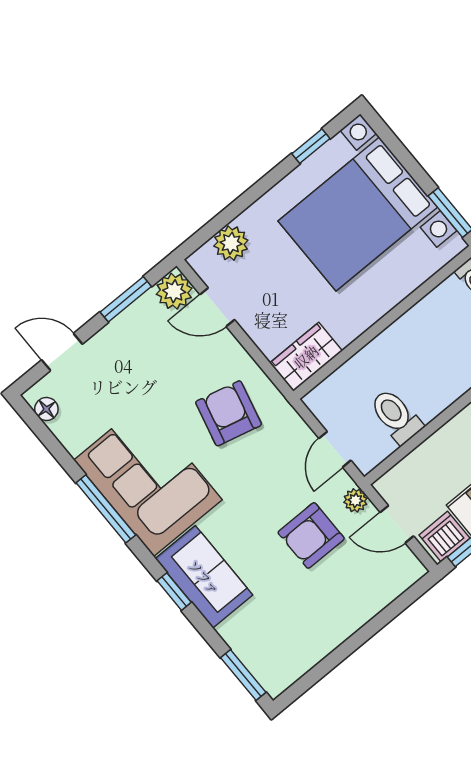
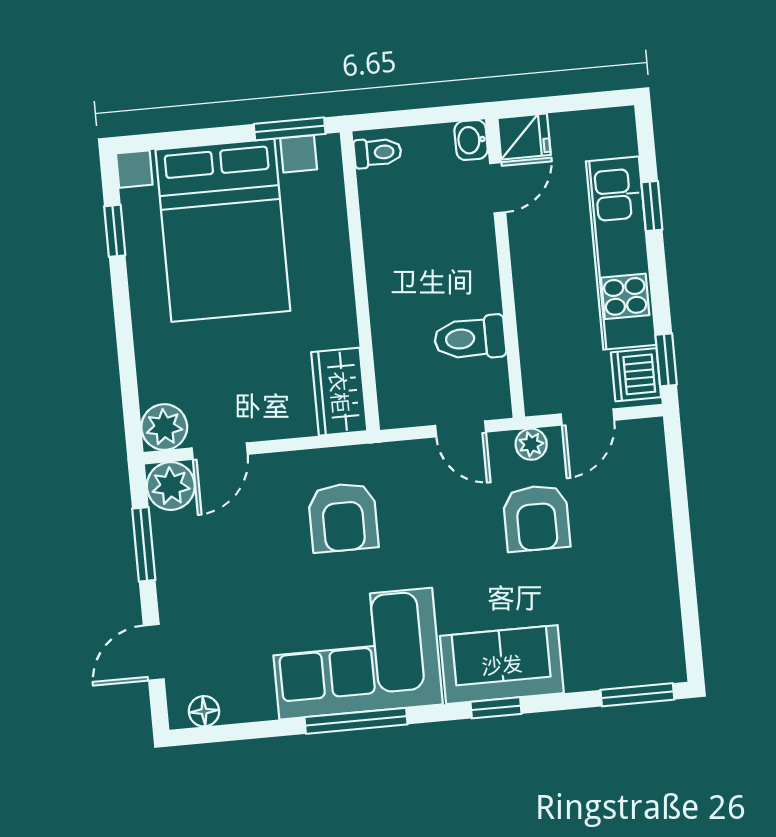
plant: (231, 243) -> (164, 427), moved
armchair: (229, 413) -> (343, 517), turned -104

